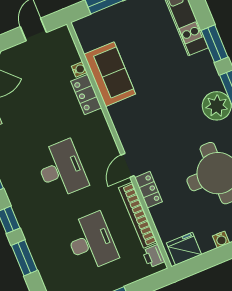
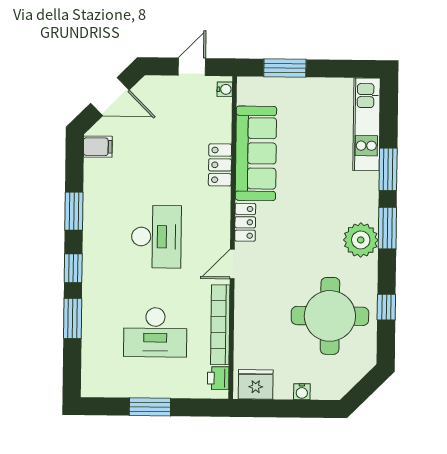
water cooler: (79, 69) -> (225, 89), moved
sofa: (110, 74) -> (256, 153), width x1.36
locker: (148, 190) -> (245, 222), moved
desk: (91, 242) -> (155, 332), turned 90

